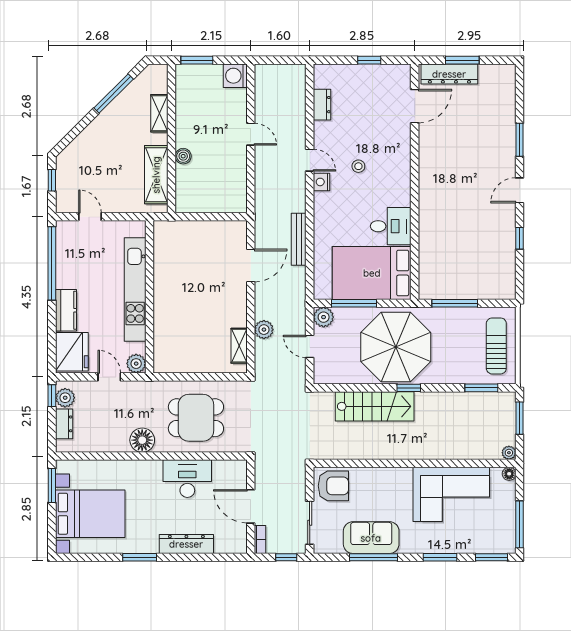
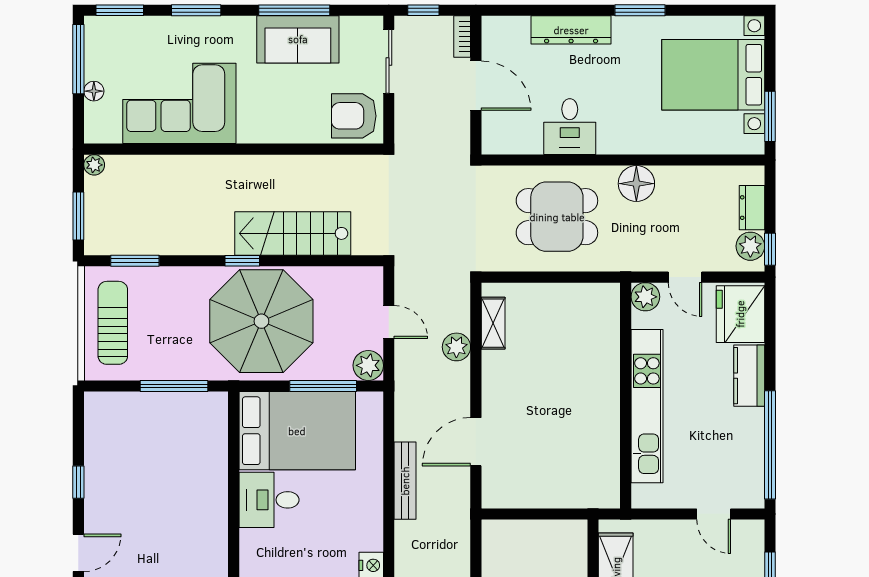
sun lounger: (496, 346) -> (113, 323), turned 180
floor lamp: (509, 474) -> (94, 91), moved
desk: (187, 479) -> (570, 127), width x0.73

